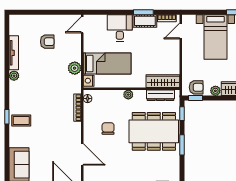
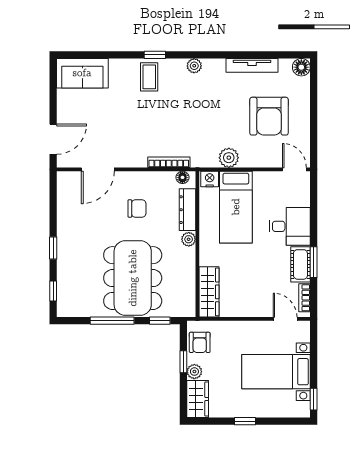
floor lamp: (15, 20) -> (301, 67), added
armchair: (47, 42) -> (269, 116), width x1.88, depth x1.88
plant: (14, 76) -> (194, 66), moved
dresser: (160, 95) -> (187, 210), moved
window: (196, 98) -> (183, 362), moved
window: (182, 145) -> (112, 321), width x1.44

